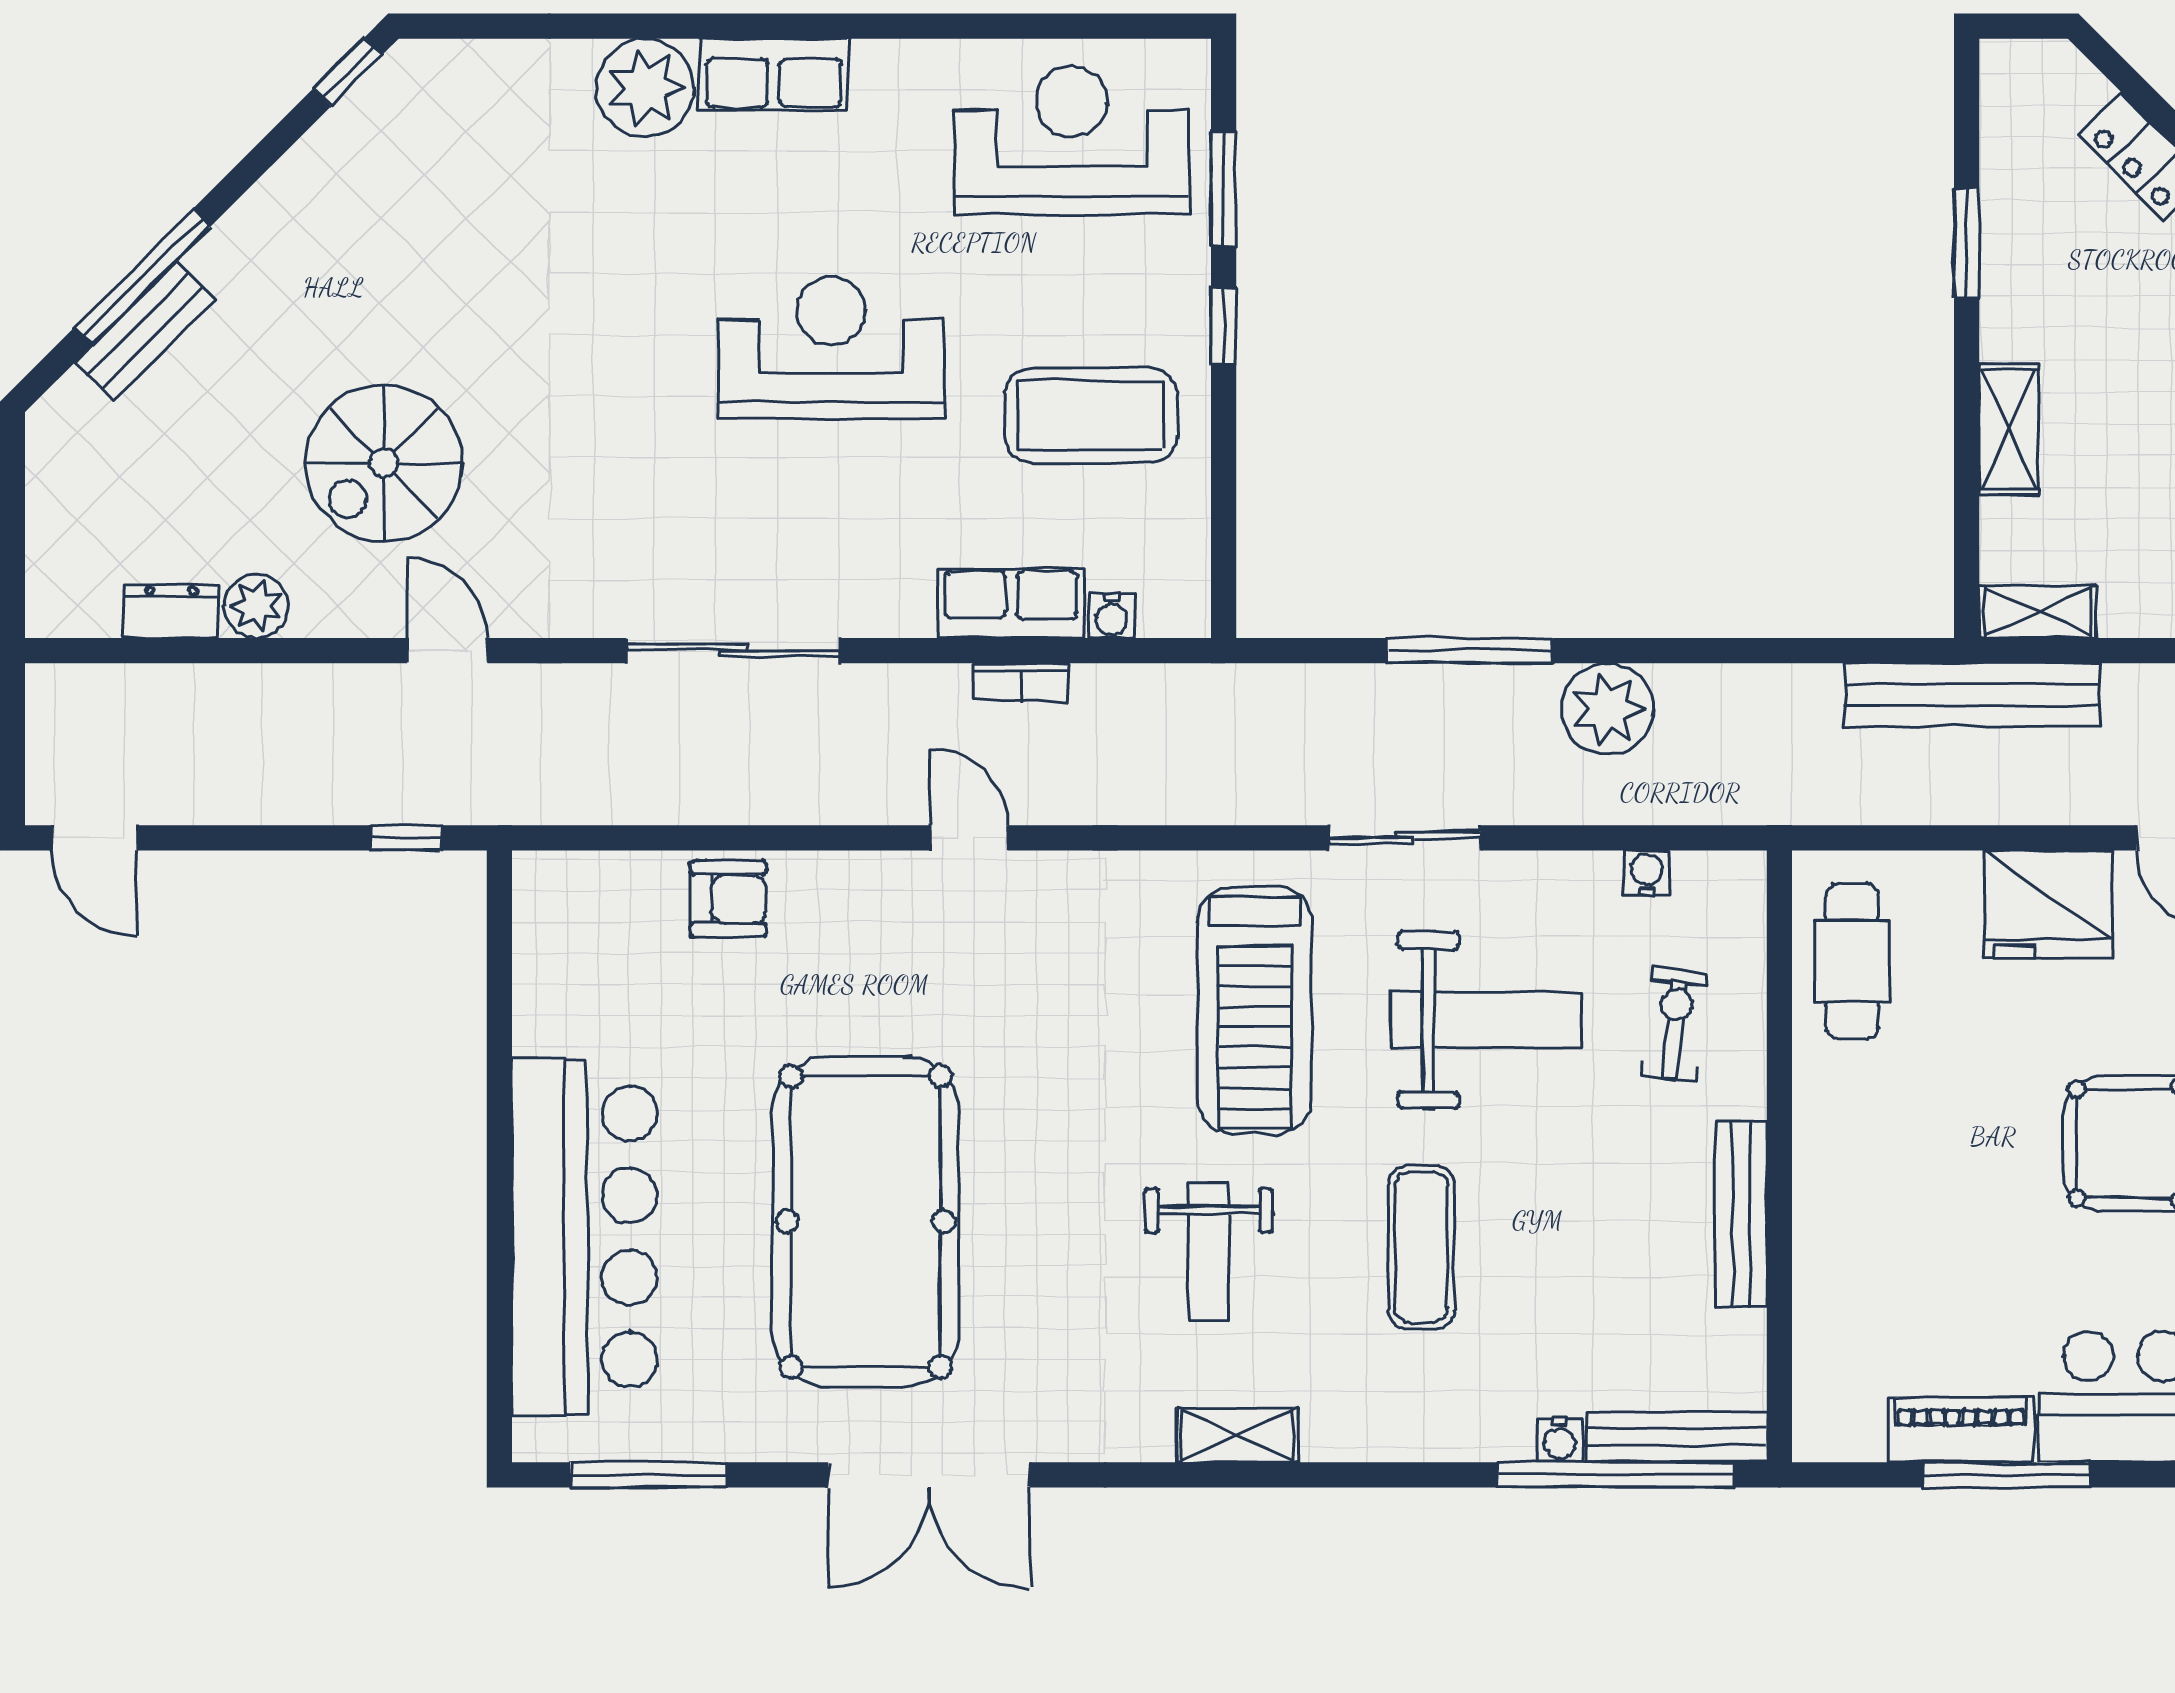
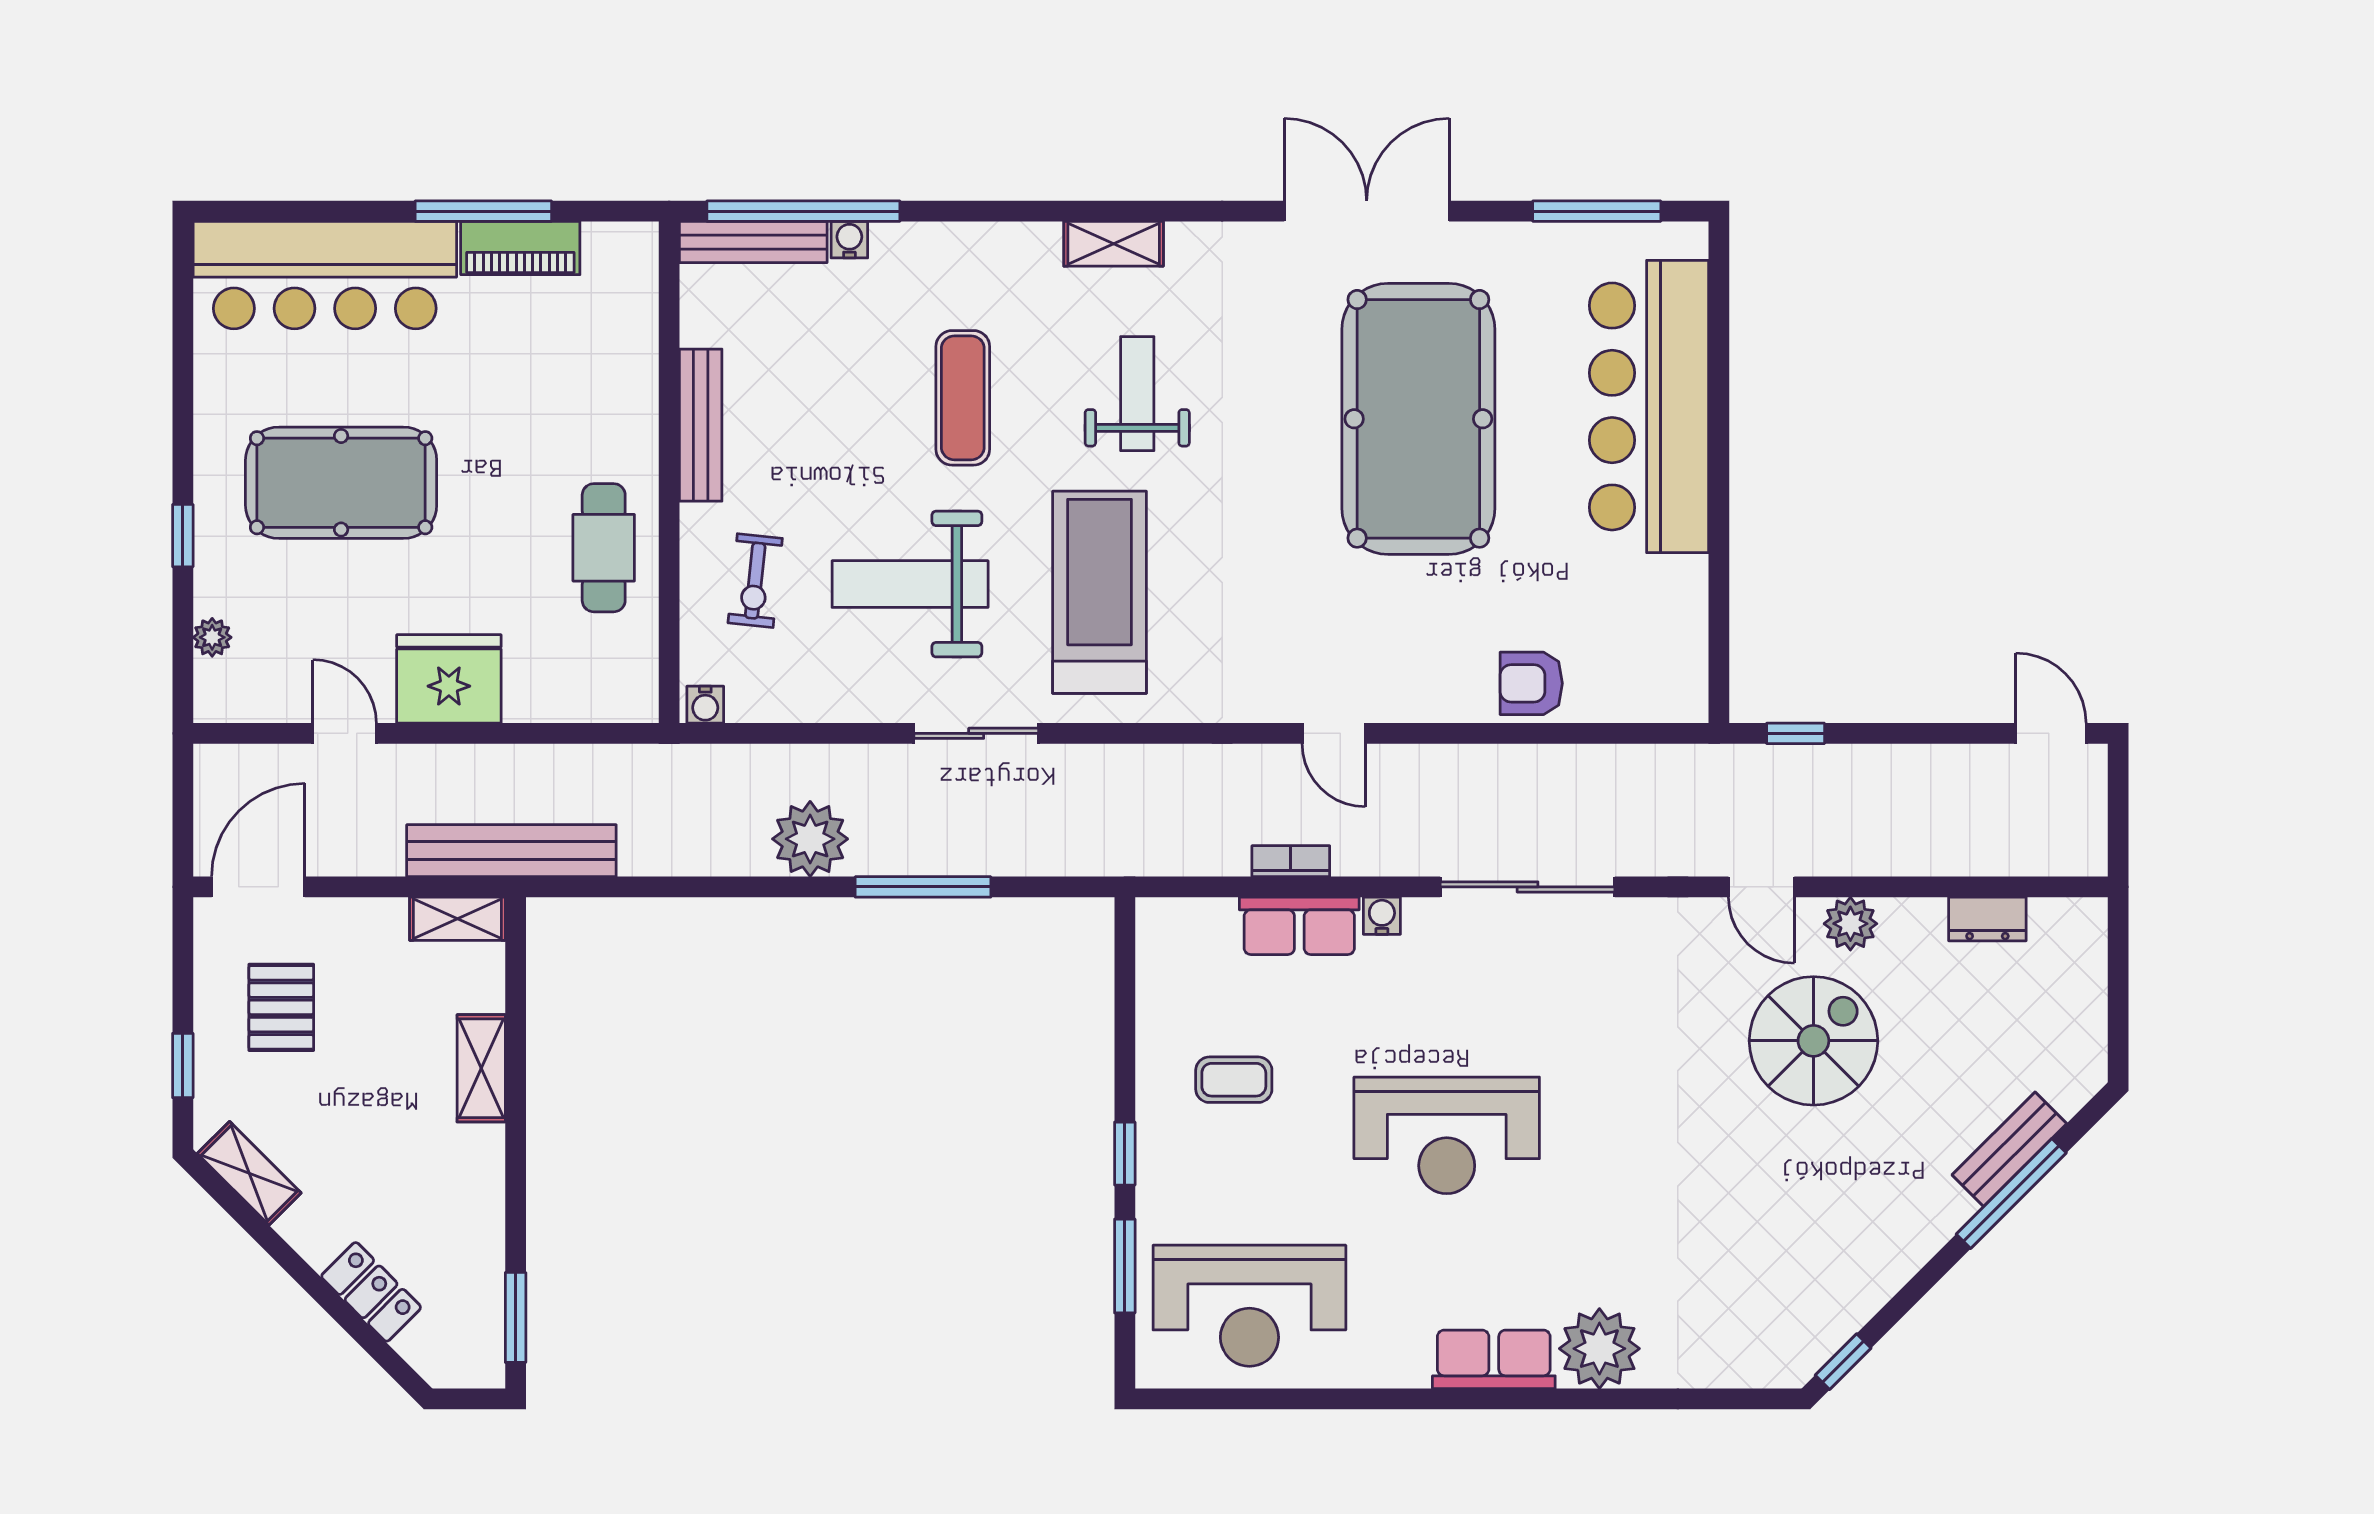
window: (1967, 243) -> (516, 1317), moved
coffee table: (1091, 416) -> (1234, 1080), width x0.54, depth x0.58
plant: (256, 606) -> (1850, 924), moved
water cooler: (1112, 615) -> (1382, 916), moved
water cooler: (1647, 873) -> (705, 705), moved
cafe table: (1852, 961) -> (604, 548), moved

